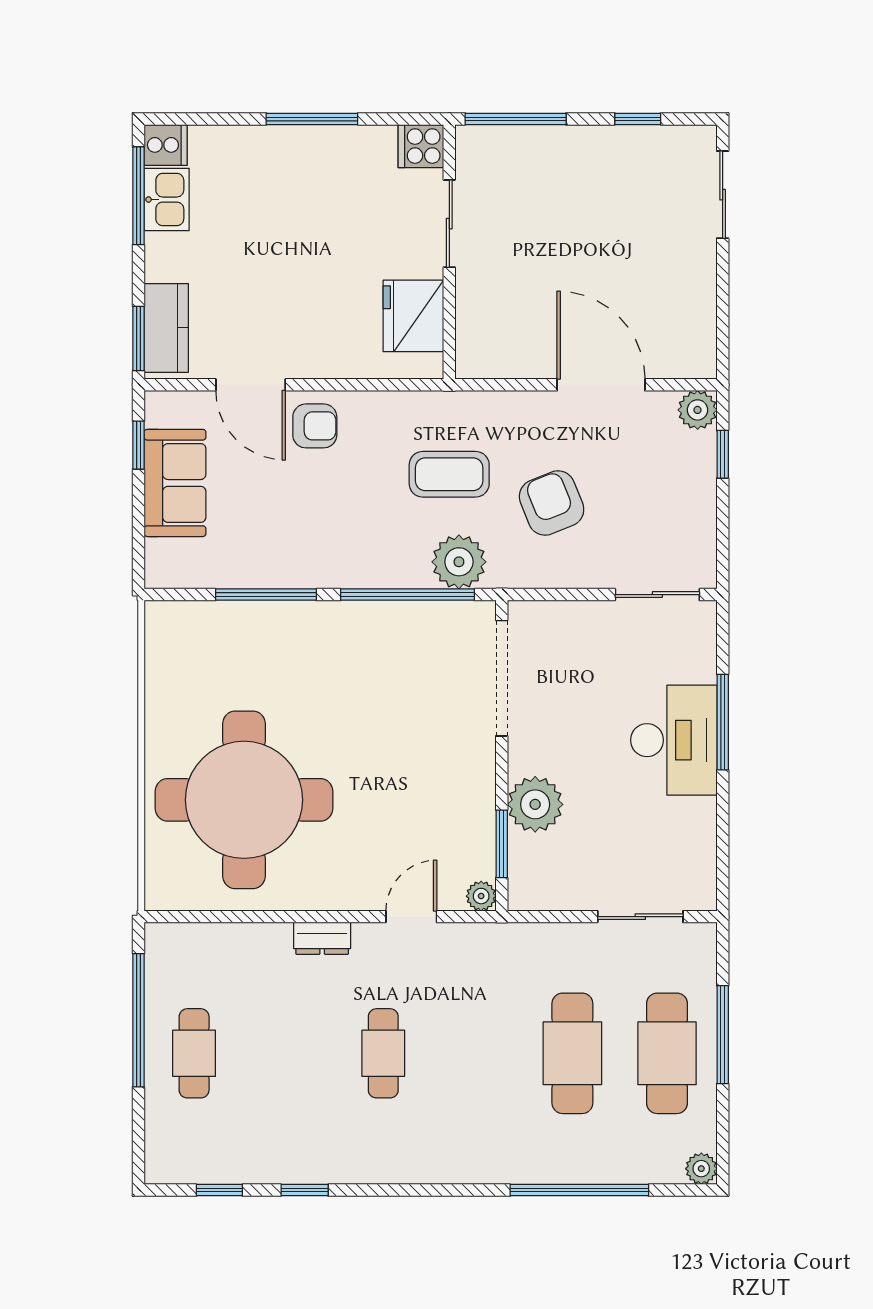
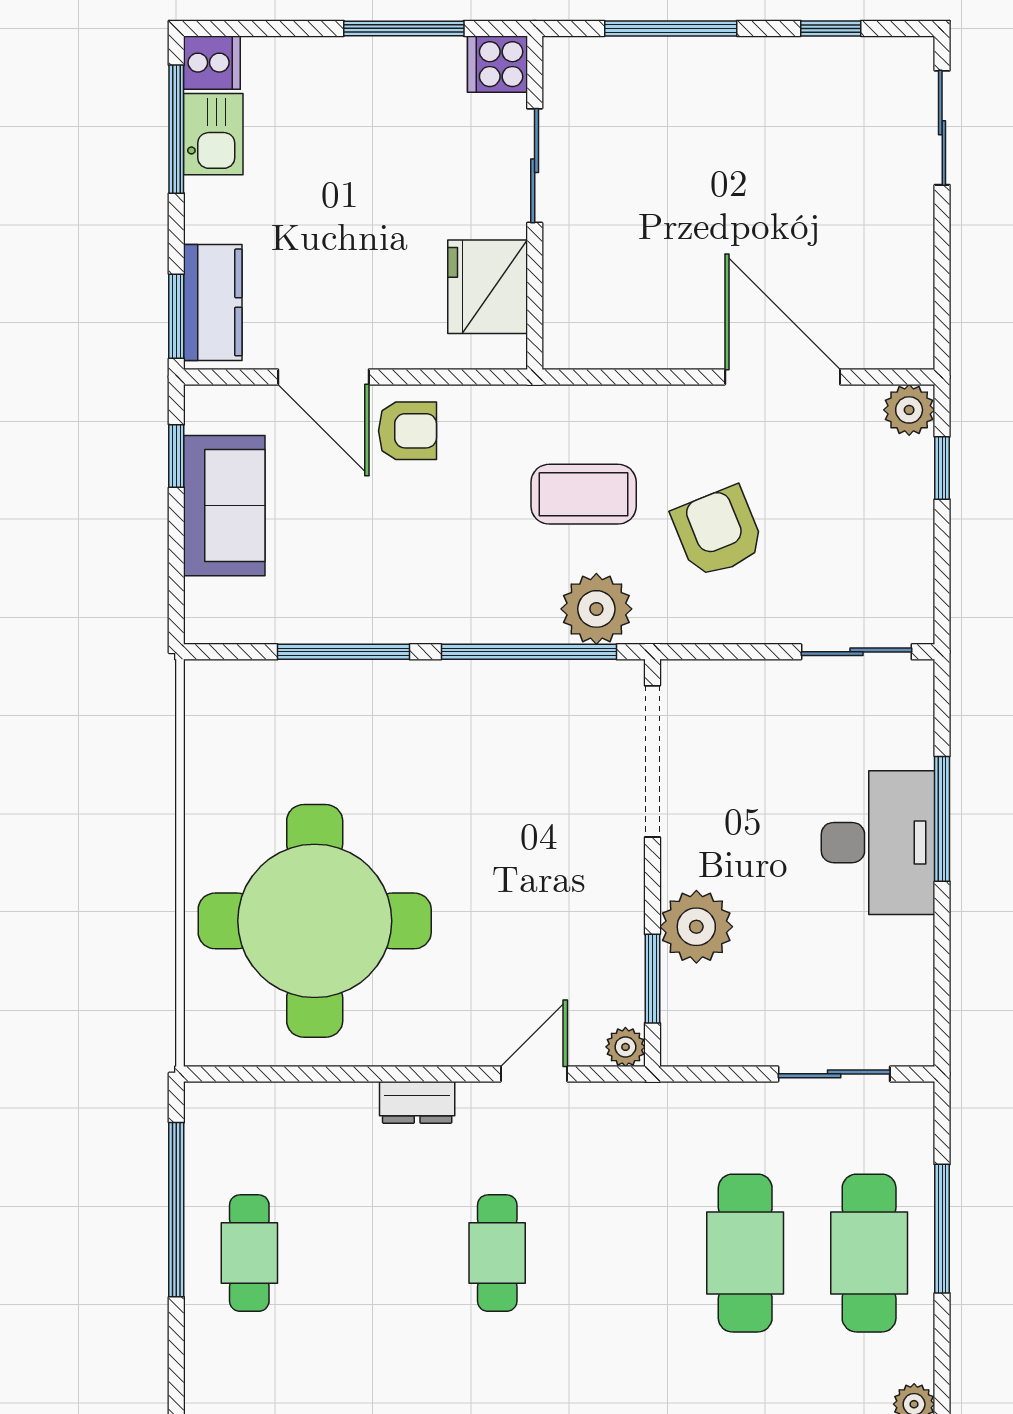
cooker: (421, 146) -> (497, 64), moved
sliding door: (449, 224) -> (535, 166), moved
wall: (449, 252) -> (535, 203), moved
fridge: (413, 316) -> (488, 287), moved

